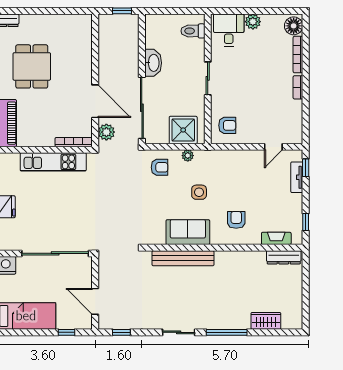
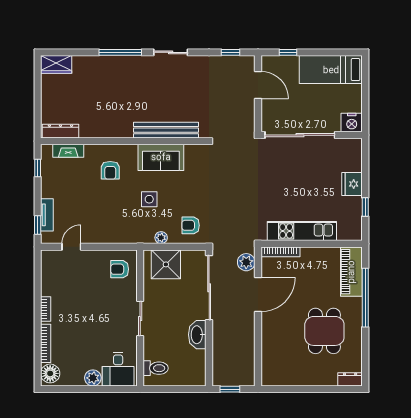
door: (95, 101) -> (258, 295), swing flipped
wardrobe: (266, 321) -> (56, 64), moved

